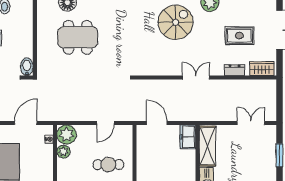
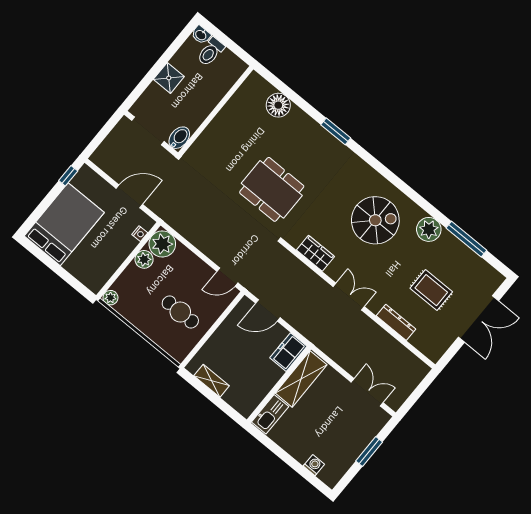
dining table: (78, 37) -> (272, 189), moved
wardrobe: (262, 69) -> (315, 253), moved
dresser: (235, 70) -> (396, 322), width x1.44
door: (105, 123) -> (227, 277), moved
door: (157, 123) -> (268, 310), swing flipped

